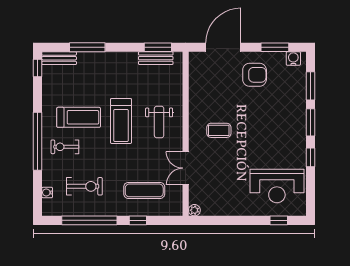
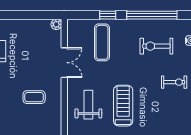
treadmill: (79, 117) -> (162, 109), removed
exercise mat: (144, 190) -> (102, 42), turned 90

